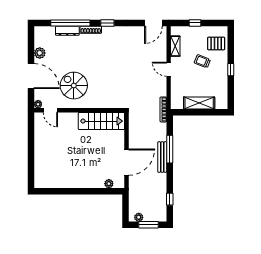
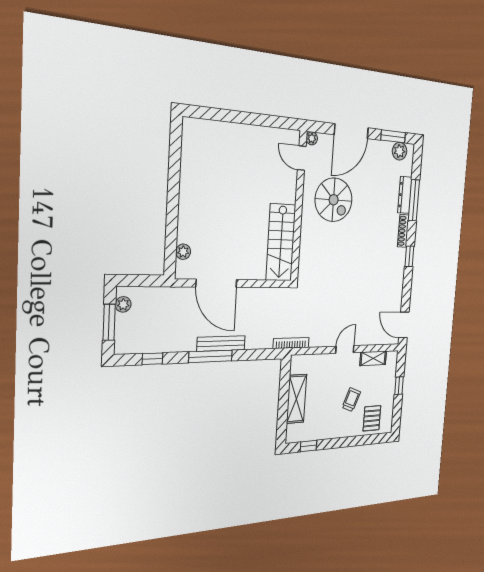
window: (70, 23) -> (414, 200), width x0.68
window: (31, 44) -> (393, 136), added
plant: (40, 53) -> (400, 151), moved
window: (231, 70) -> (308, 446), moved
spiral stairs: (74, 86) -> (334, 200), turned 90
door: (50, 110) -> (302, 158), hinge flipped
window: (170, 149) -> (211, 356), moved

